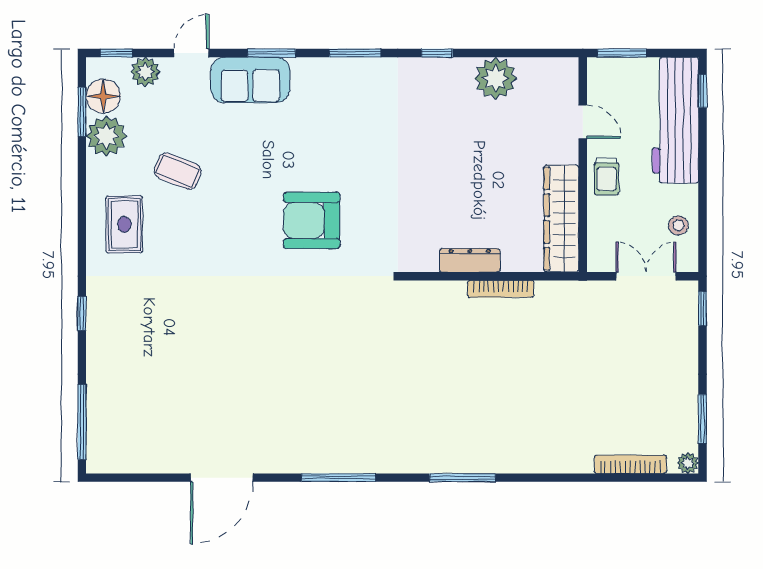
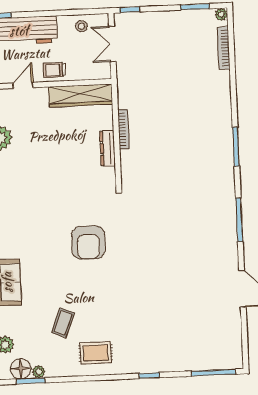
plant: (106, 136) -> (39, 372), width x0.53, depth x0.53
trolley: (606, 176) -> (54, 70), turned 180

